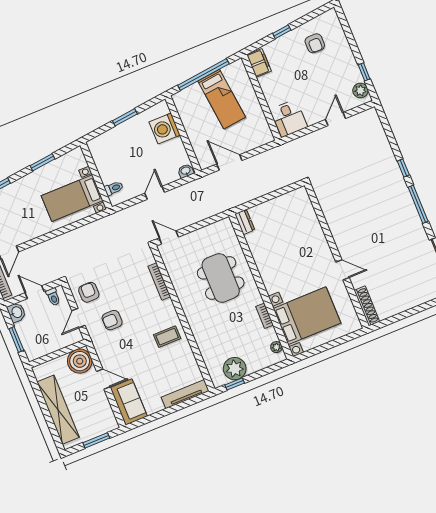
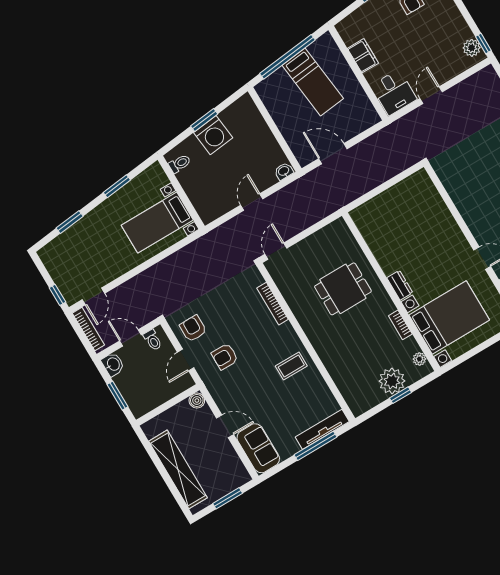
filing cabinet: (259, 63) -> (363, 56), moved
window: (364, 72) -> (483, 44), moved
door: (336, 119) -> (431, 95), moved
washing machine: (165, 129) -> (213, 135), moved, turned -96
toilet: (114, 188) -> (180, 164), moved
dresser: (245, 222) -> (400, 285), moved
door: (169, 237) -> (276, 251), hinge flipped
dining table: (221, 278) -> (343, 289), width x0.73
boiler: (80, 361) -> (197, 400), width x0.54, depth x0.54
plant: (235, 369) -> (392, 381), moved
window: (235, 384) -> (401, 395), moved
window: (177, 407) -> (316, 446), added

